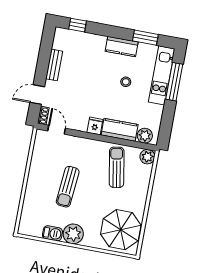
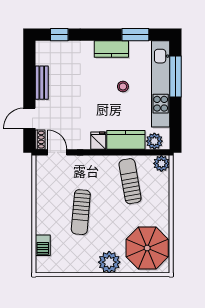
kitchen unit: (162, 75) -> (161, 84), width x1.36
barbecue: (52, 233) -> (43, 245), moved, turned 90
plant: (73, 234) -> (109, 262), moved

